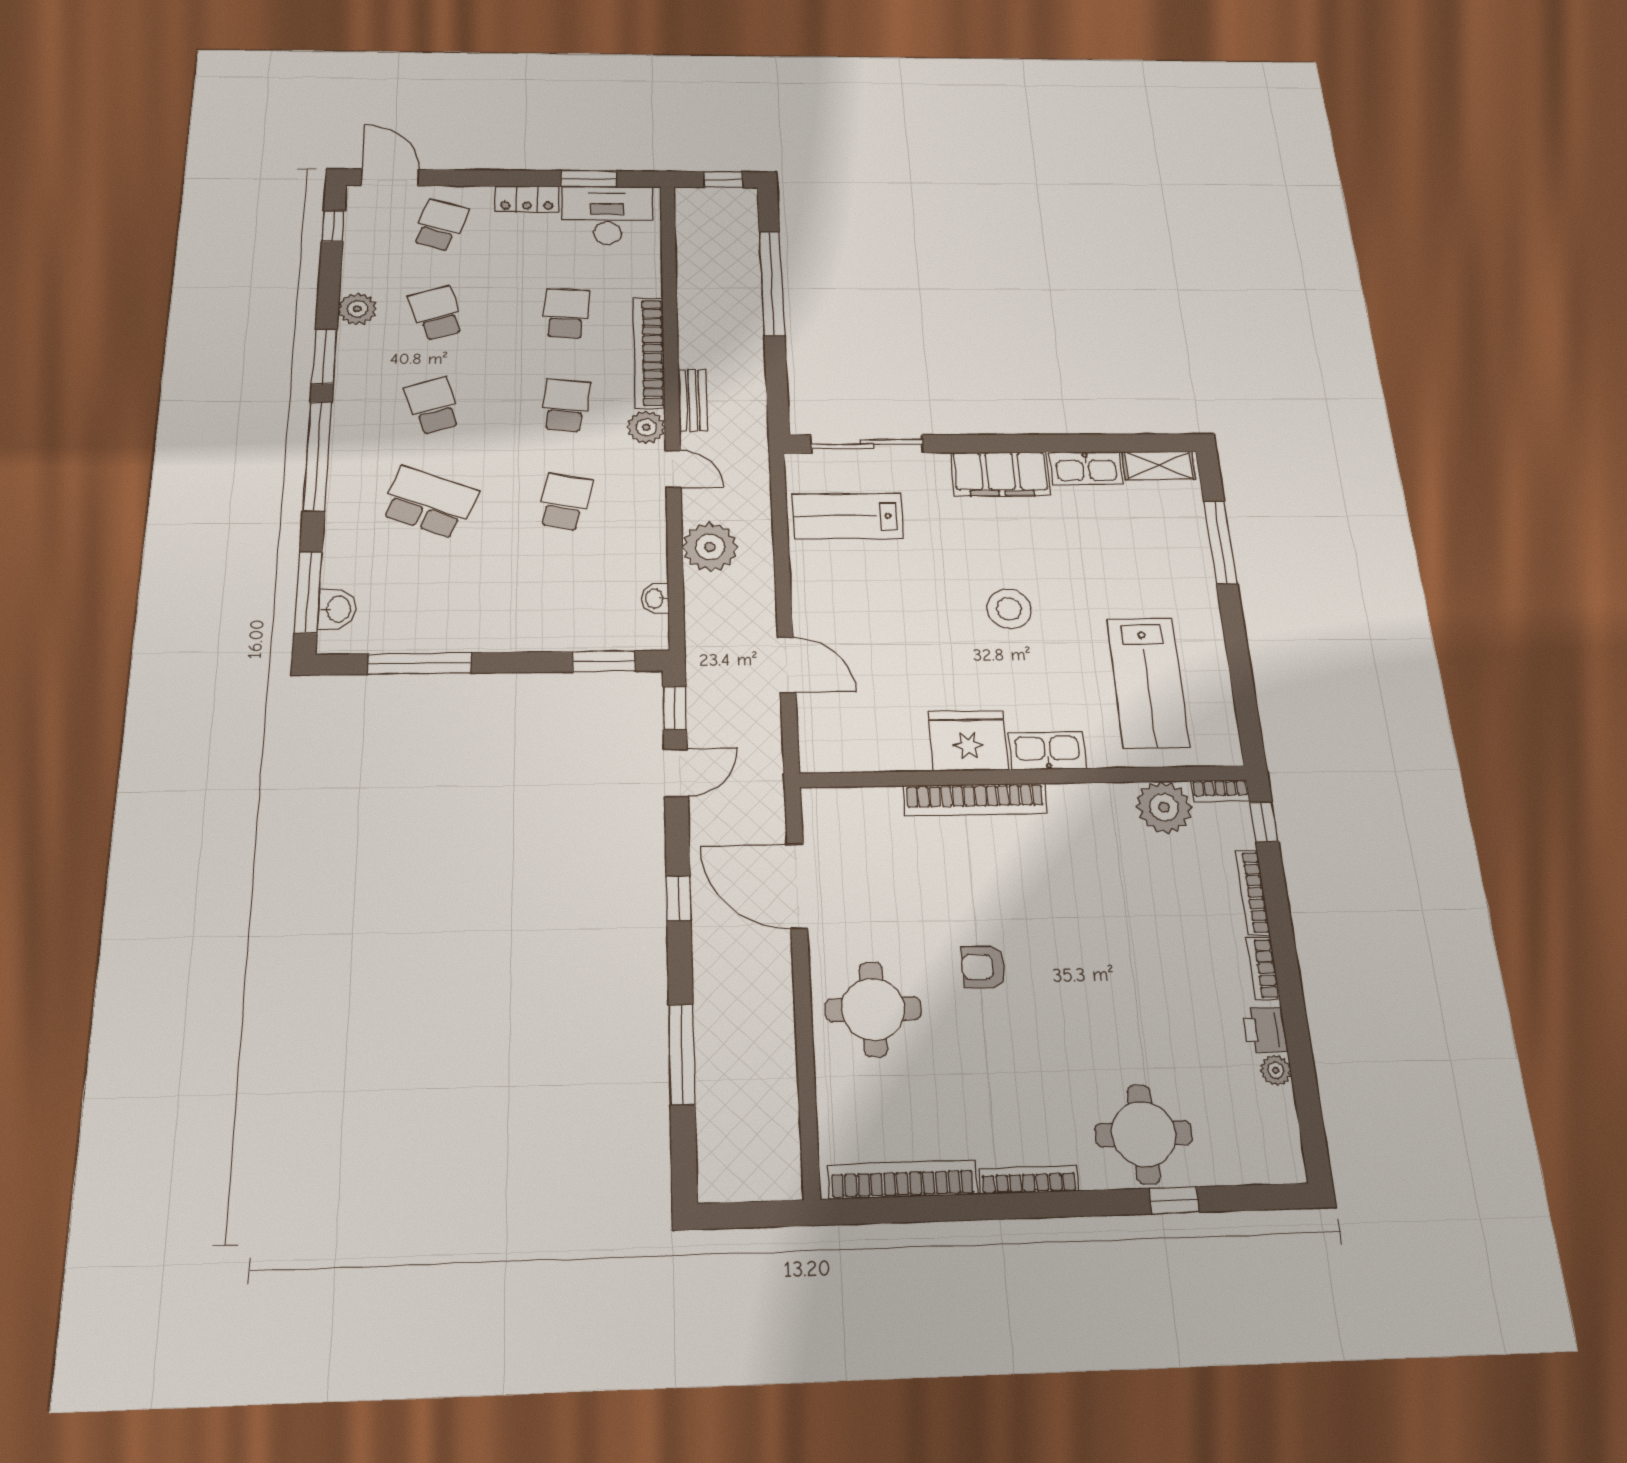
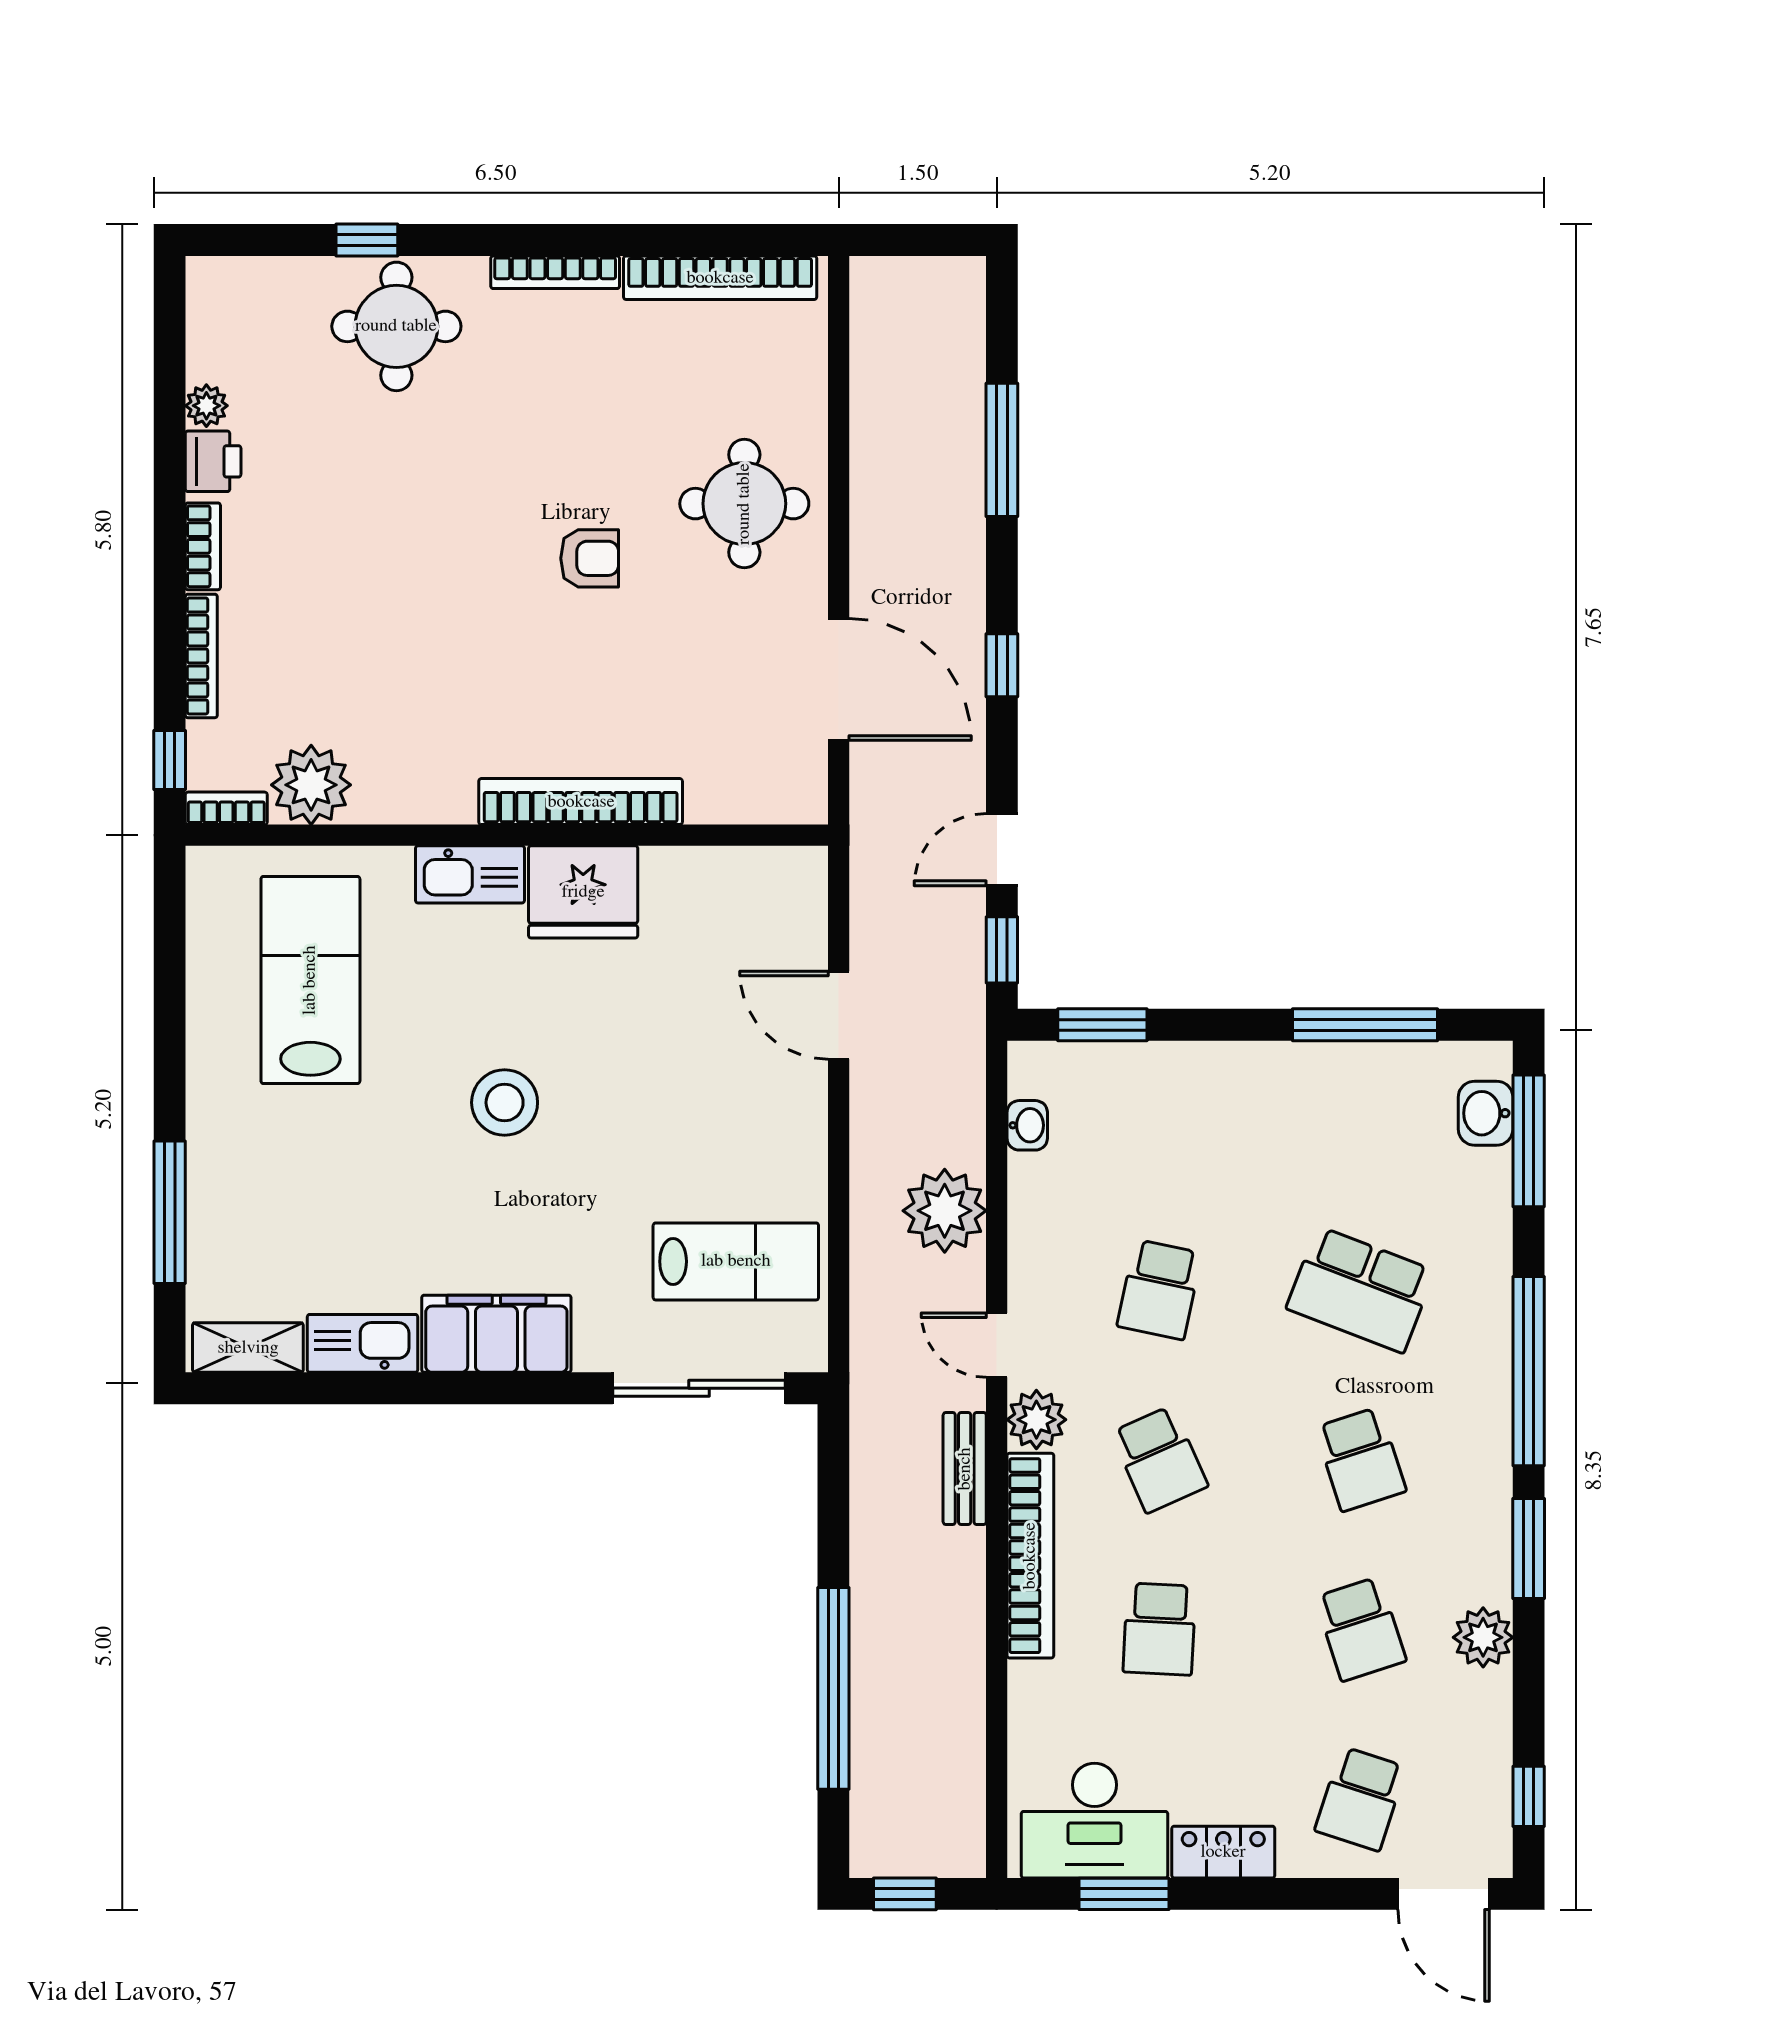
school desk: (566, 405) -> (1159, 1459), turned -30

